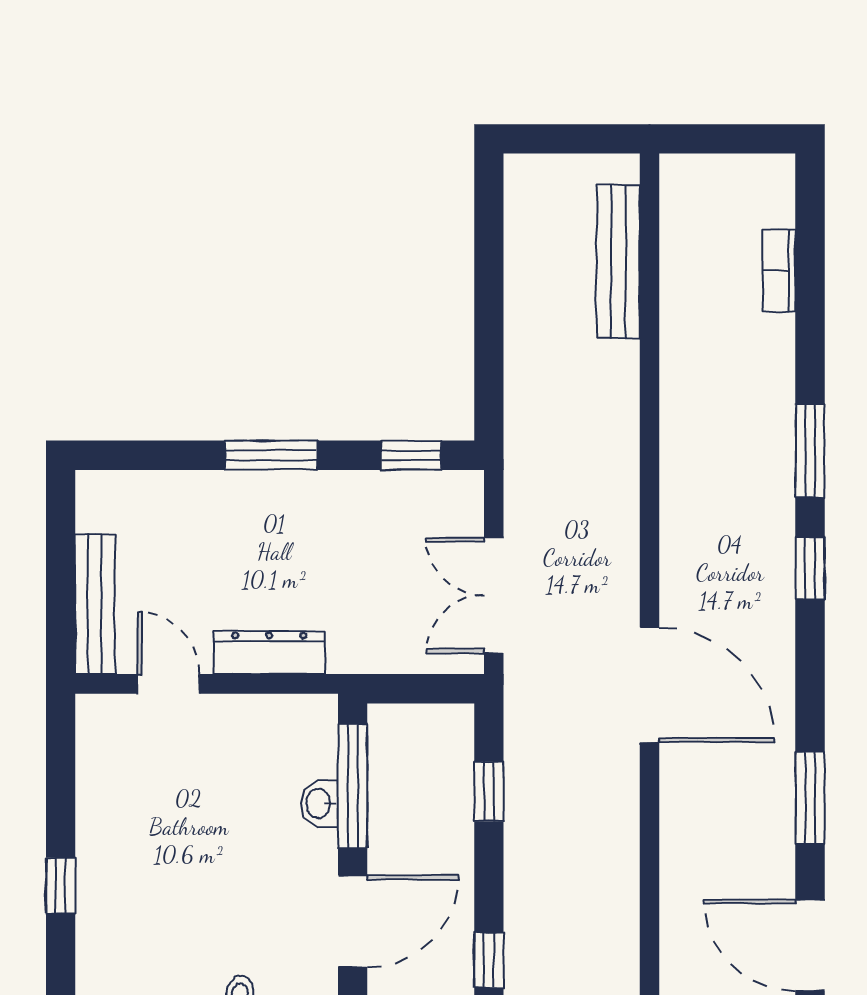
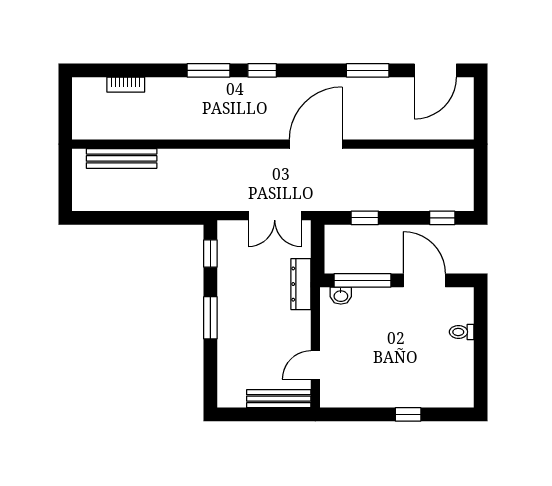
dresser: (269, 652) -> (301, 284), moved
washbasin: (319, 804) -> (341, 296), moved

